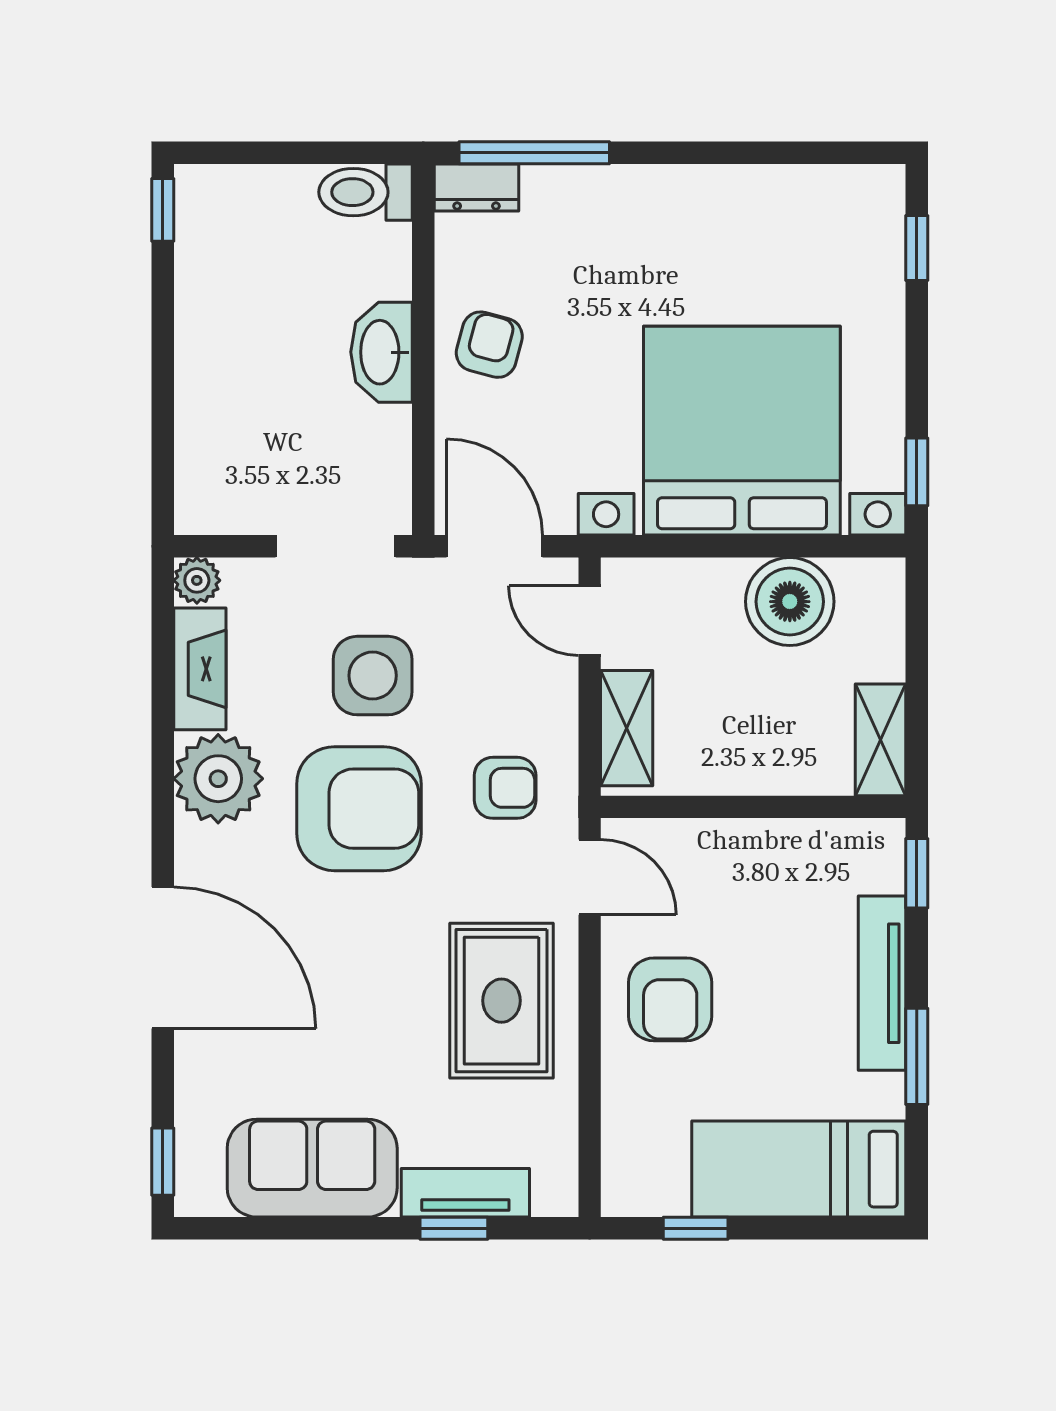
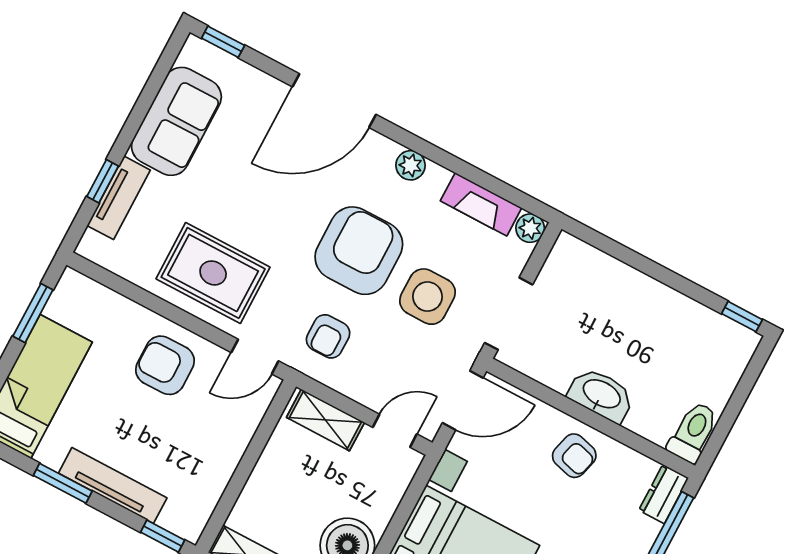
plant: (218, 779) -> (411, 165), width x0.53, depth x0.53
armchair: (359, 809) -> (359, 251), turned 180
window: (696, 1228) -> (33, 313), width x1.50

